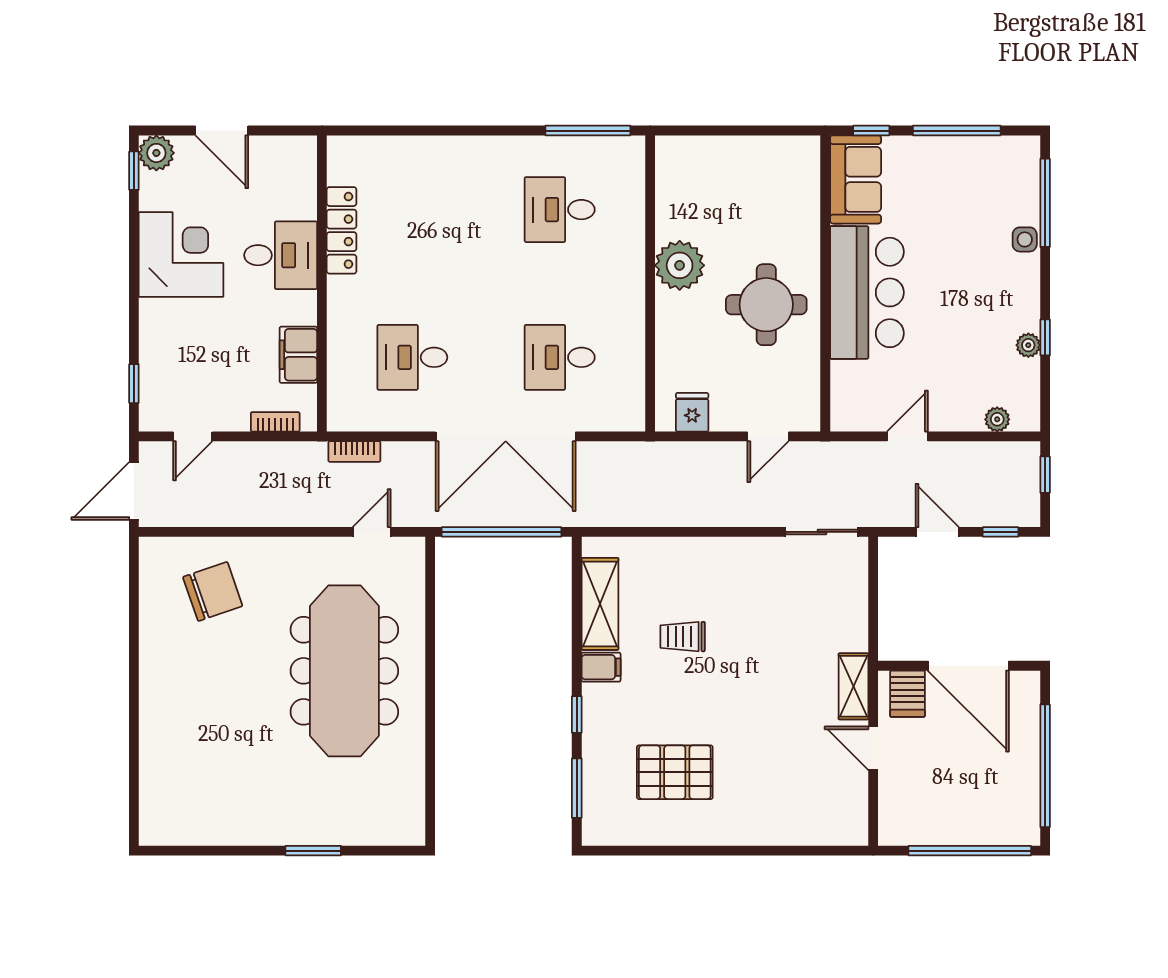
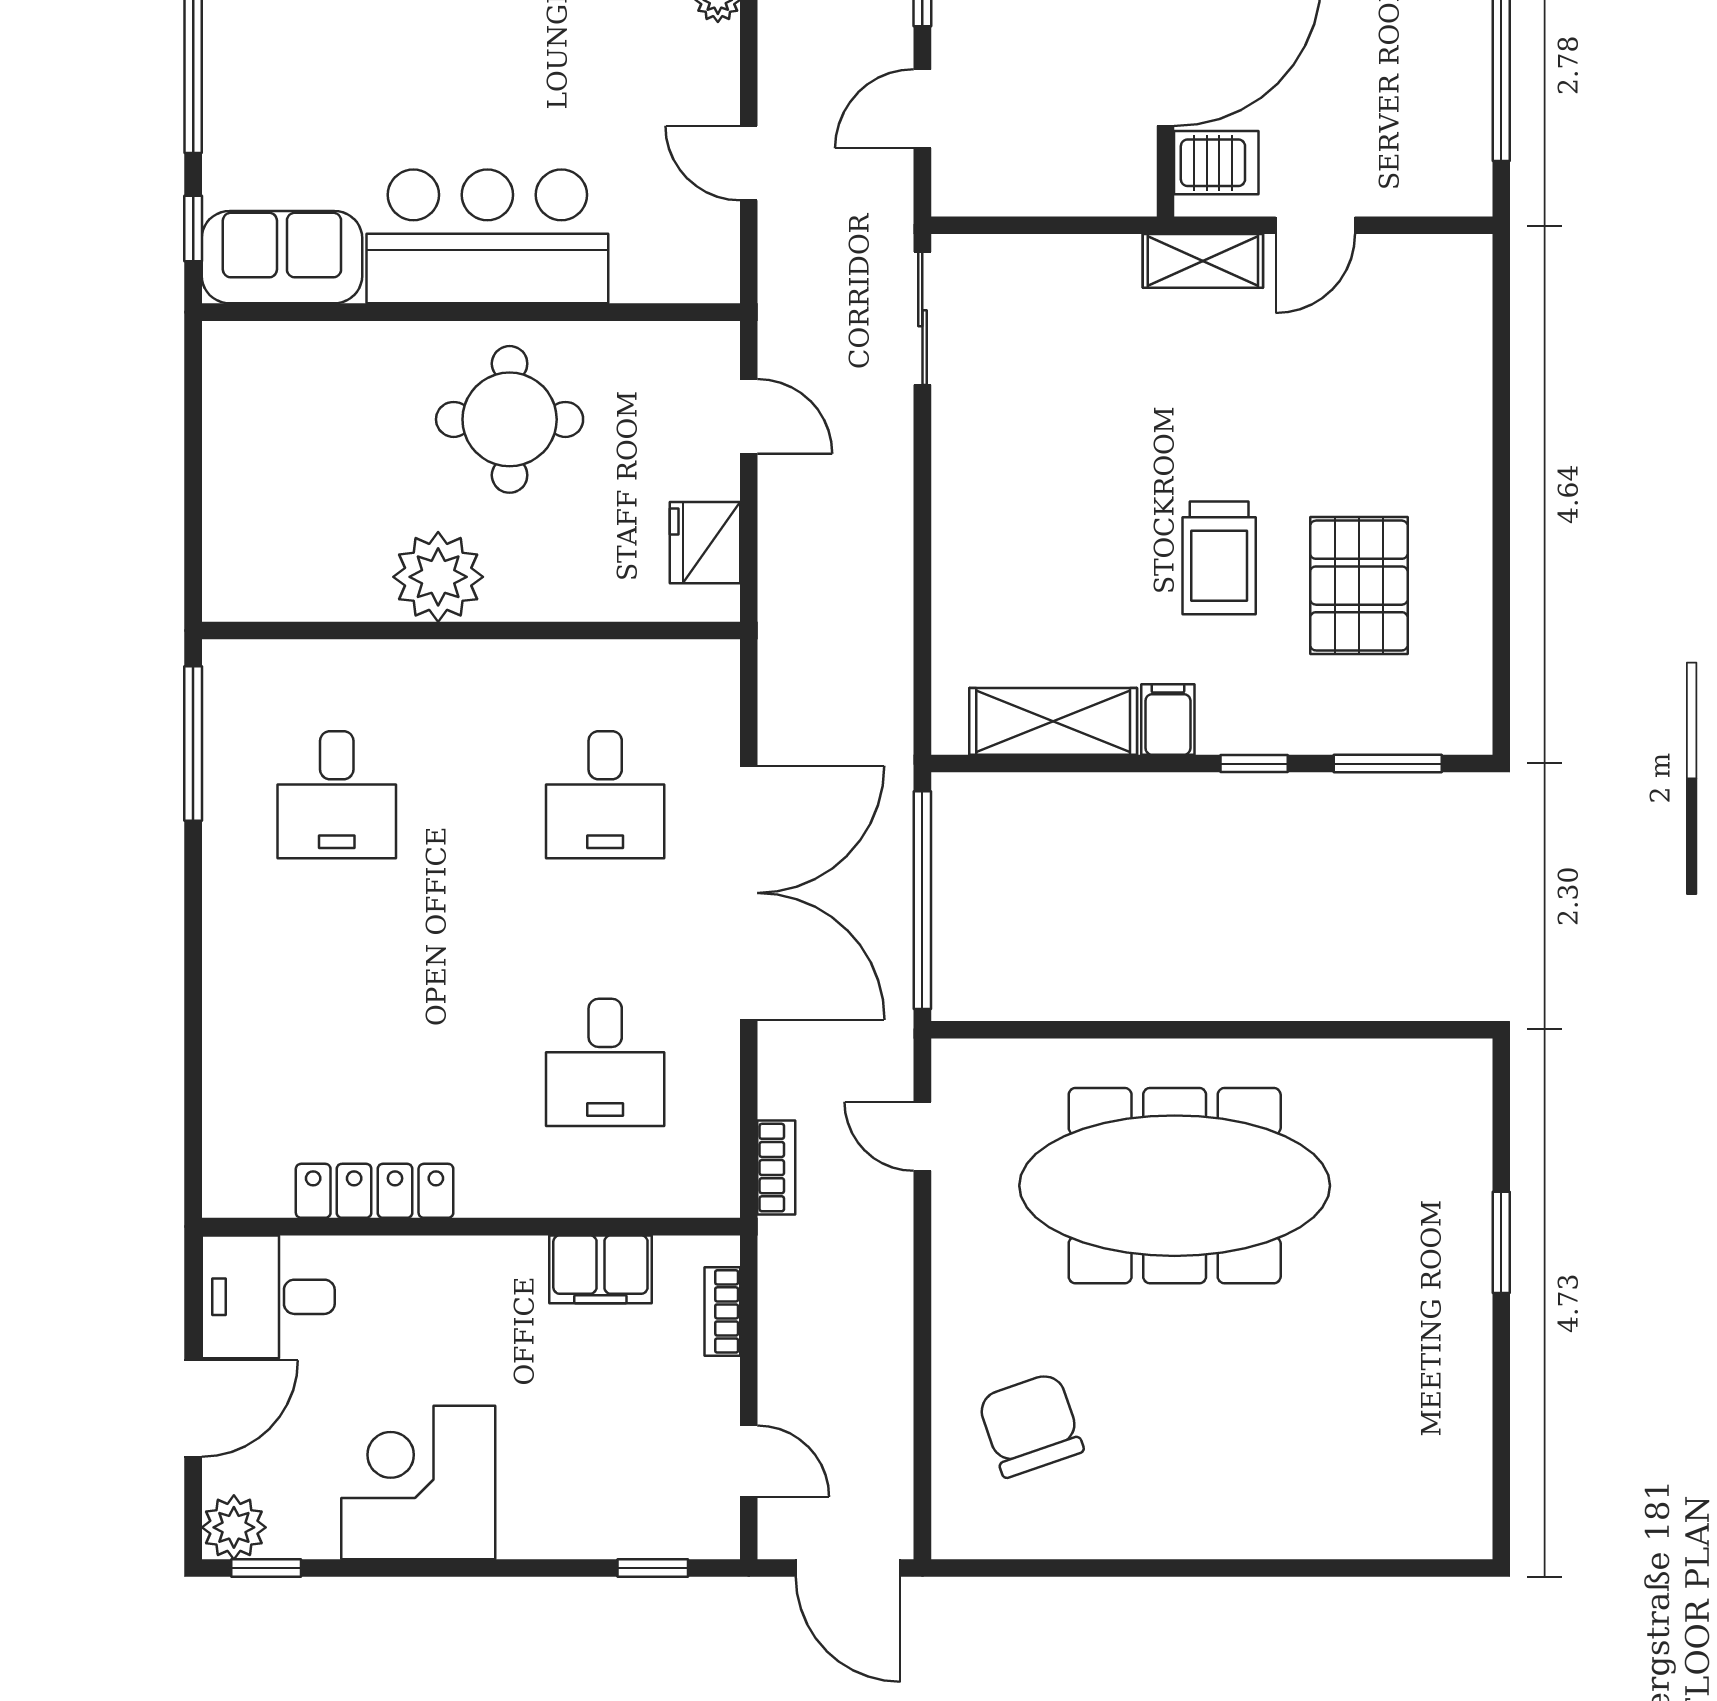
desk: (281, 255) -> (268, 1297), moved, turned -90
fridge: (692, 412) -> (705, 543), width x1.38
trolley: (683, 637) -> (1219, 558), moved, width x1.36, depth x1.39

